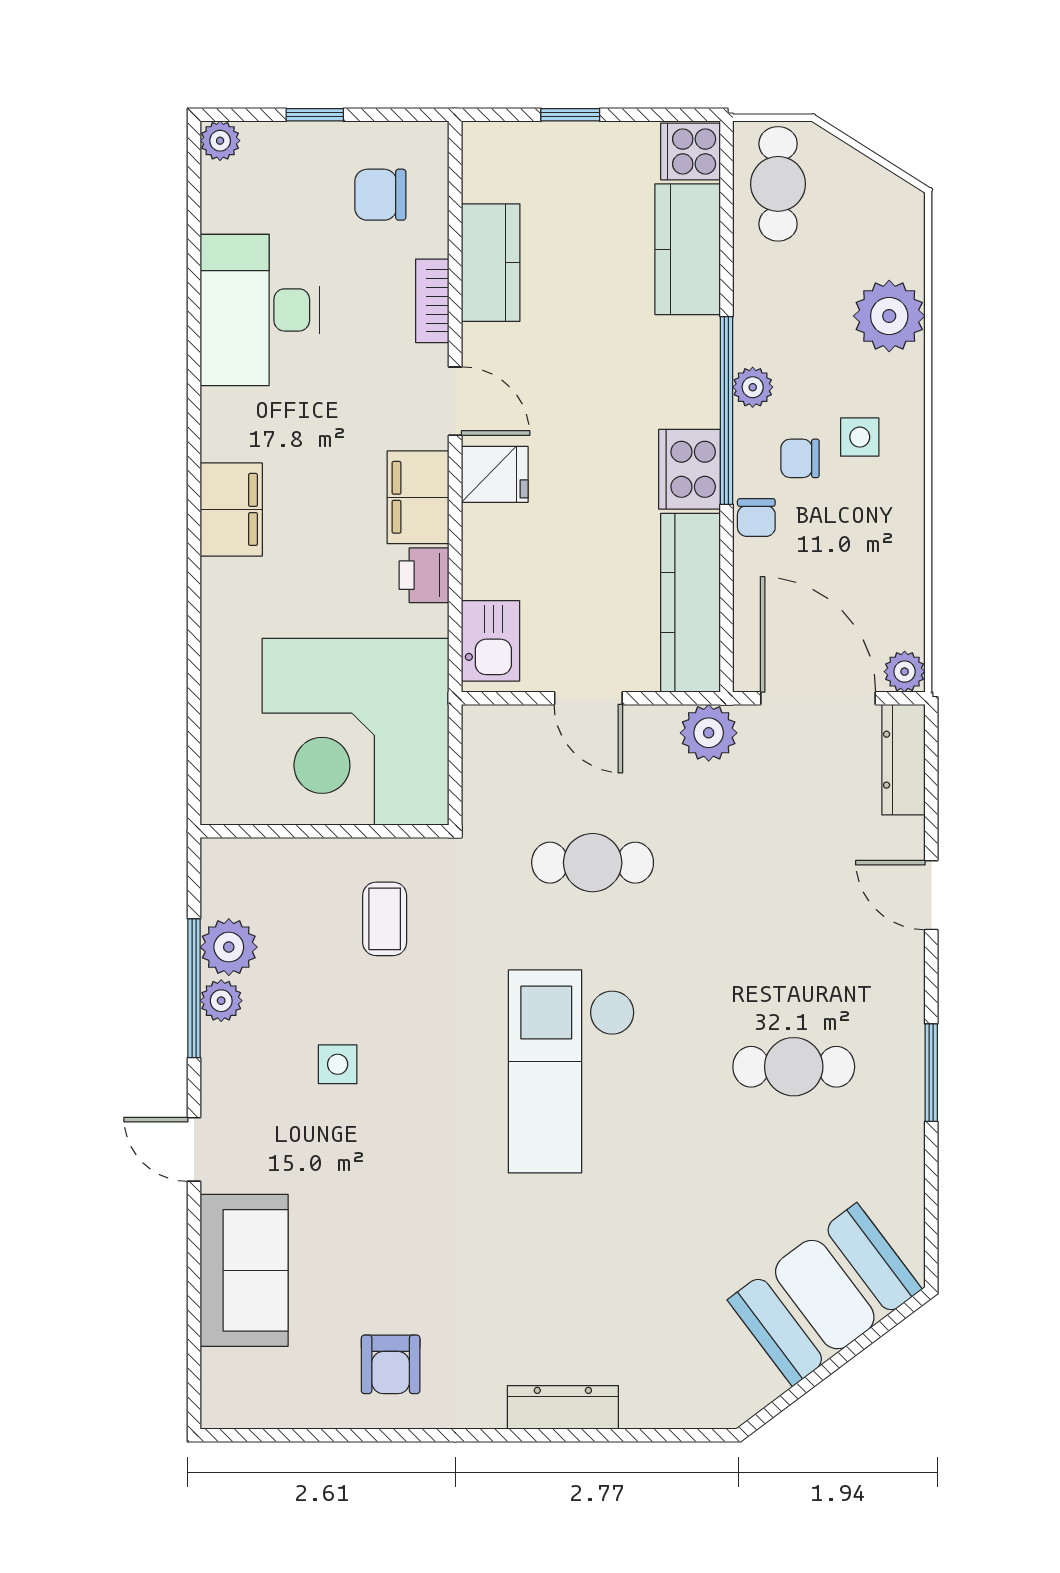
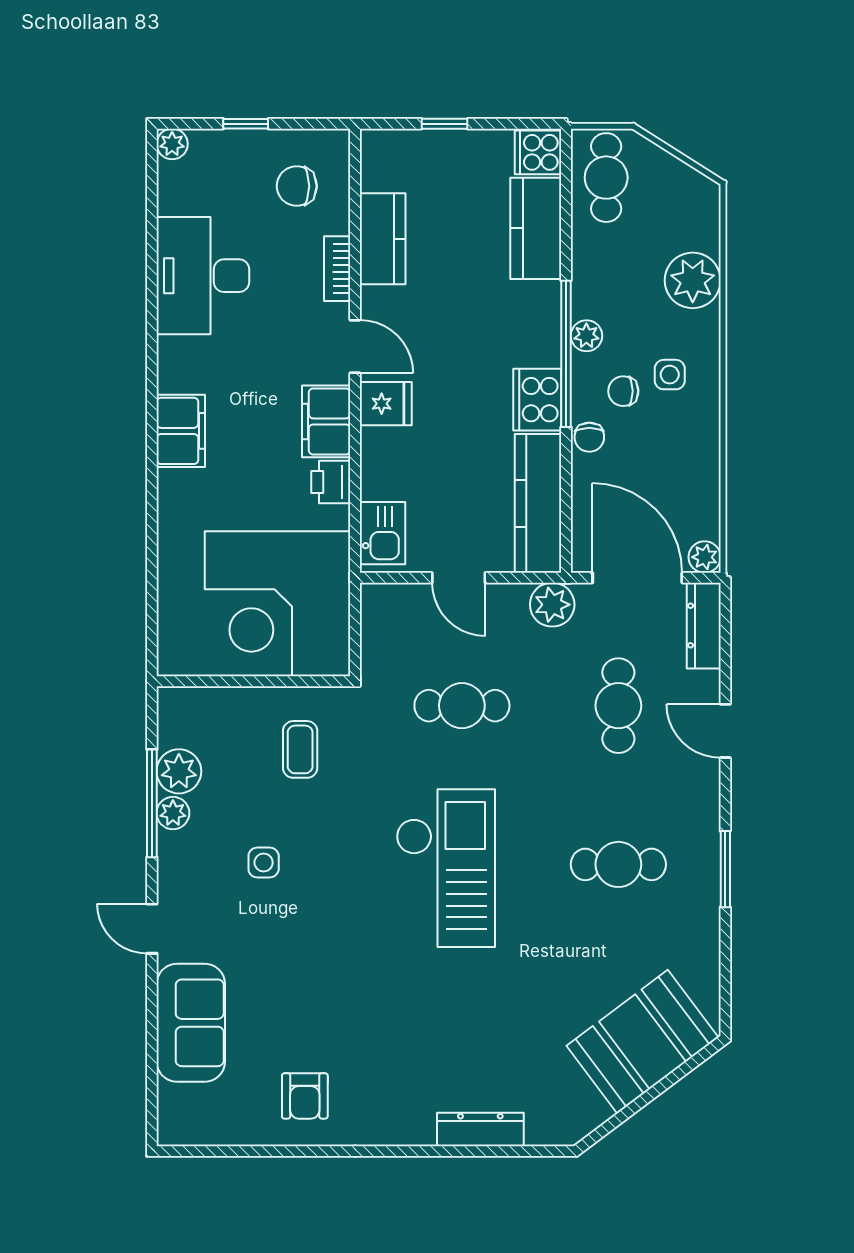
cafe table: (794, 863) -> (618, 706), added
checkout: (572, 1071) -> (446, 868), turned 180
dresser: (563, 1407) -> (480, 1129), moved

